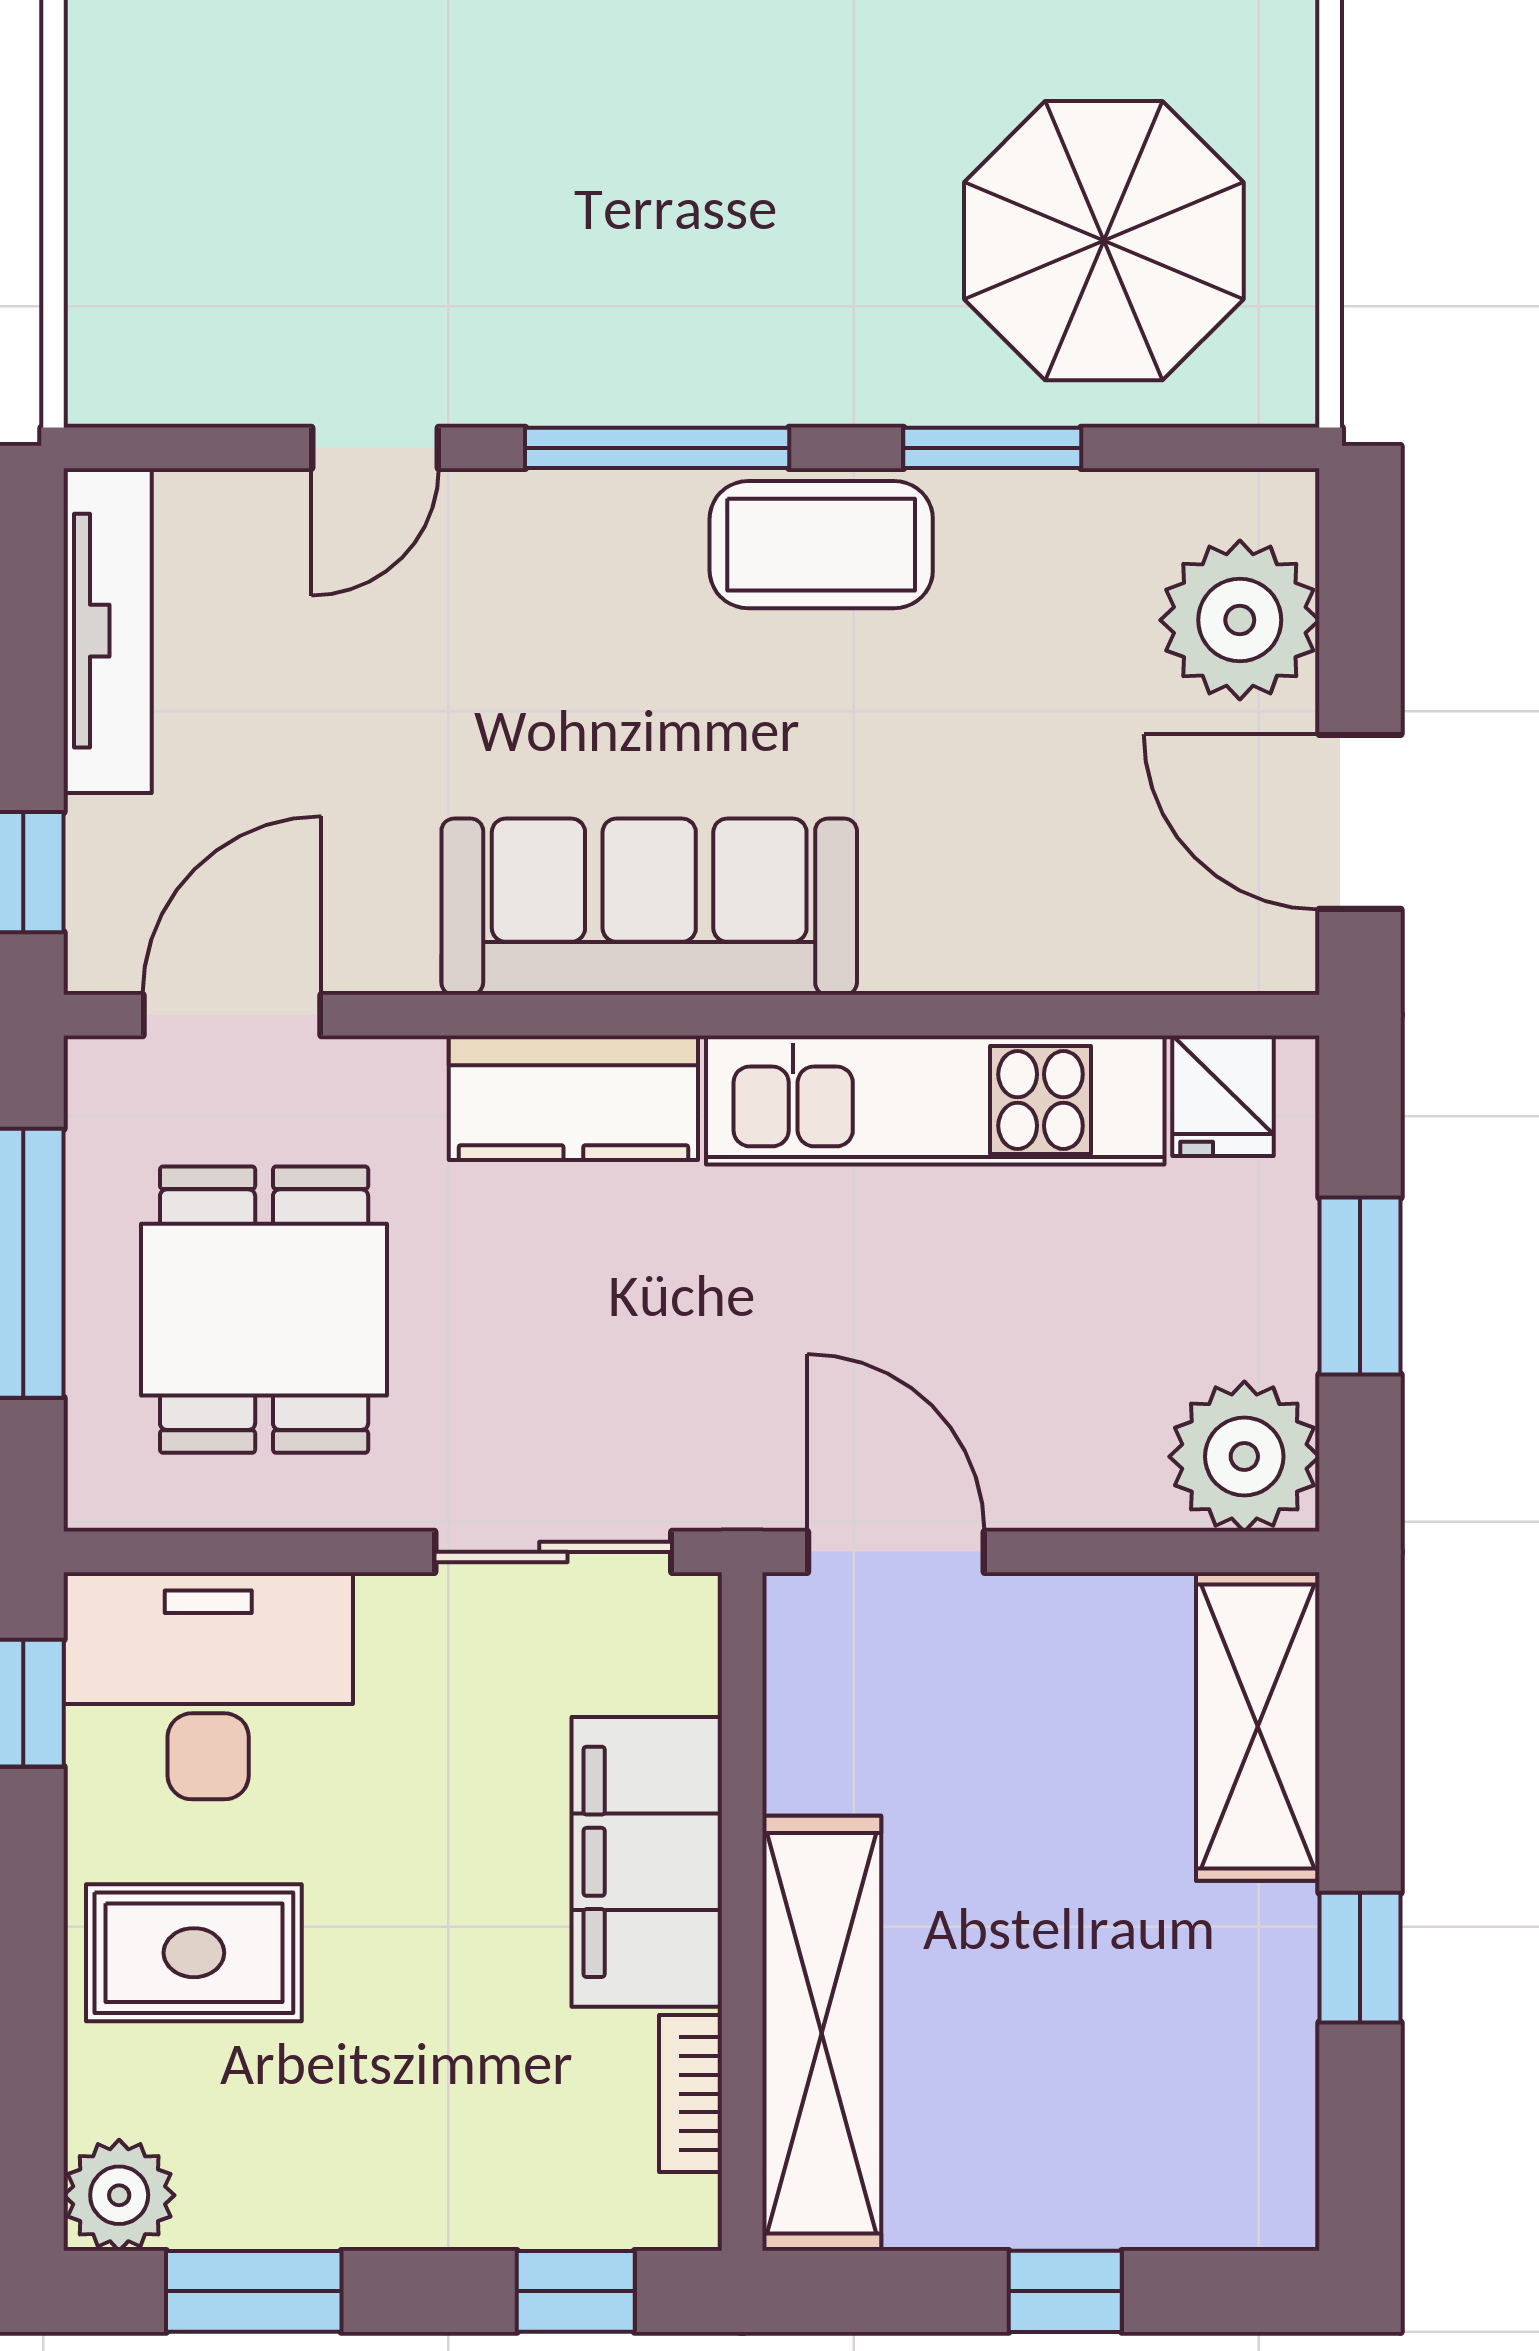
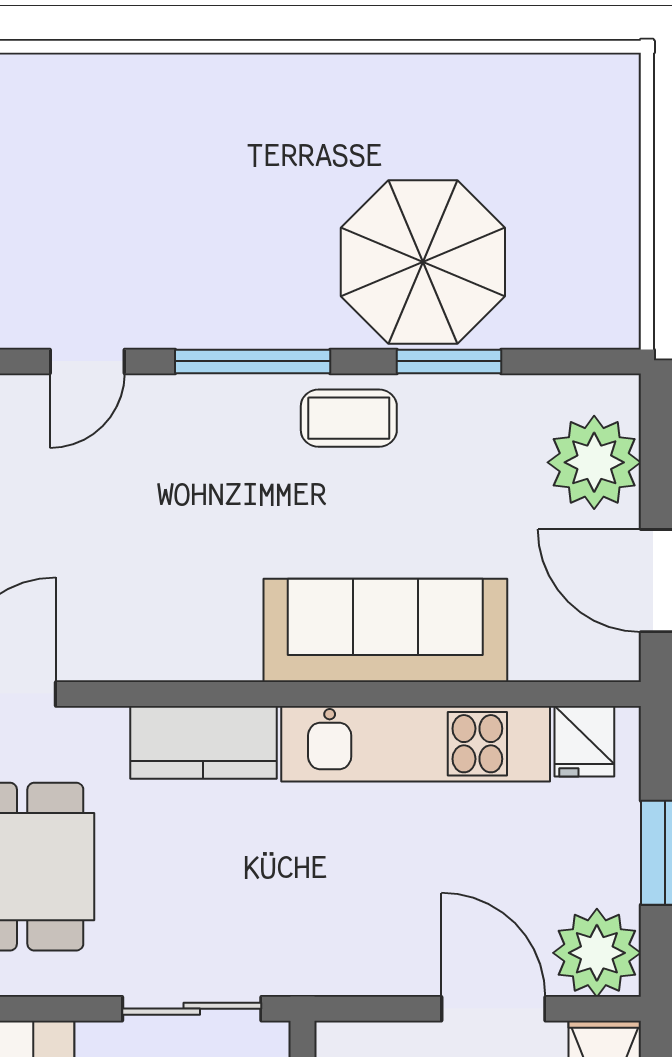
parasol: (1104, 241) -> (423, 262), moved
coffee table: (821, 545) -> (349, 418), width x0.73, depth x0.77
sofa: (649, 907) -> (385, 630), moved
door: (896, 1552) -> (493, 1009), moved

